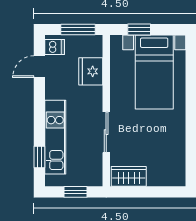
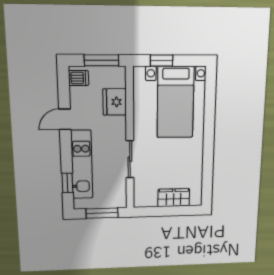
door: (39, 67) -> (65, 119), moved
wardrobe: (129, 176) -> (174, 198), moved
window: (75, 192) -> (102, 213), width x1.50

